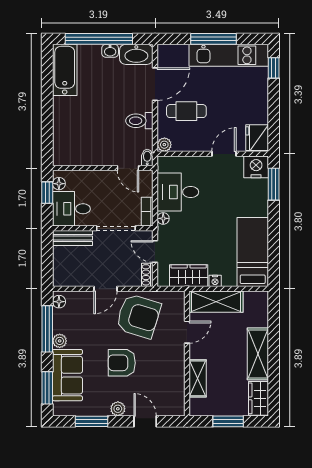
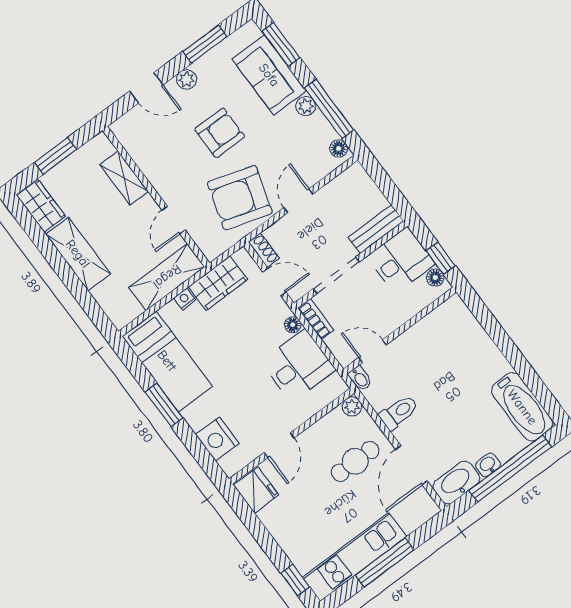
nightstand: (256, 167) -> (217, 439), moved, turned 90
window: (274, 184) -> (164, 405), moved

